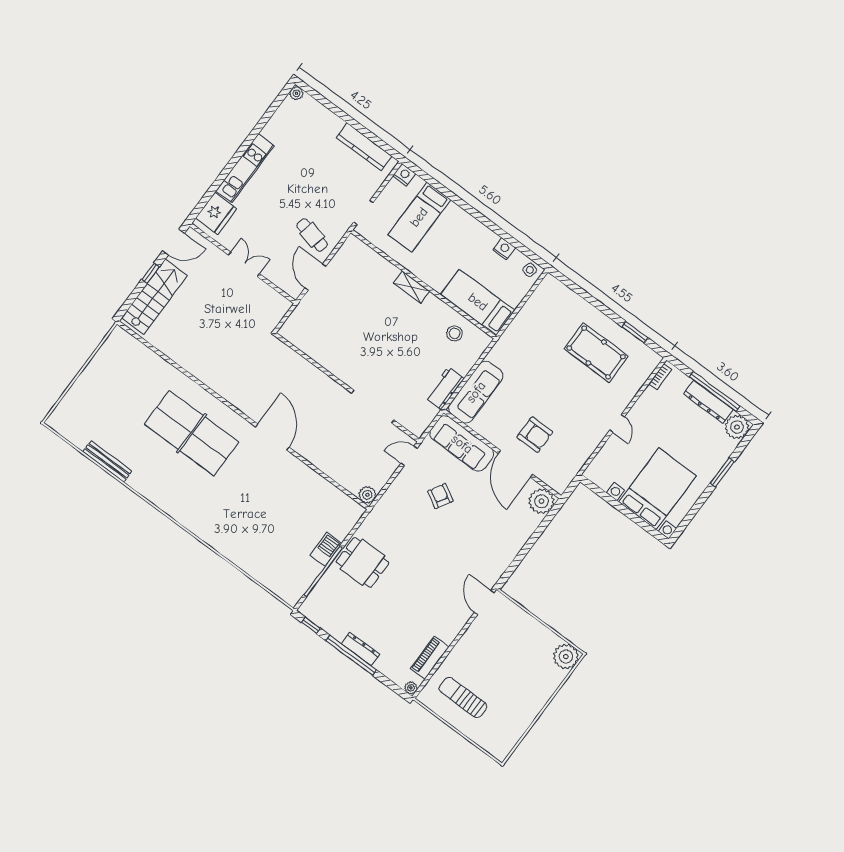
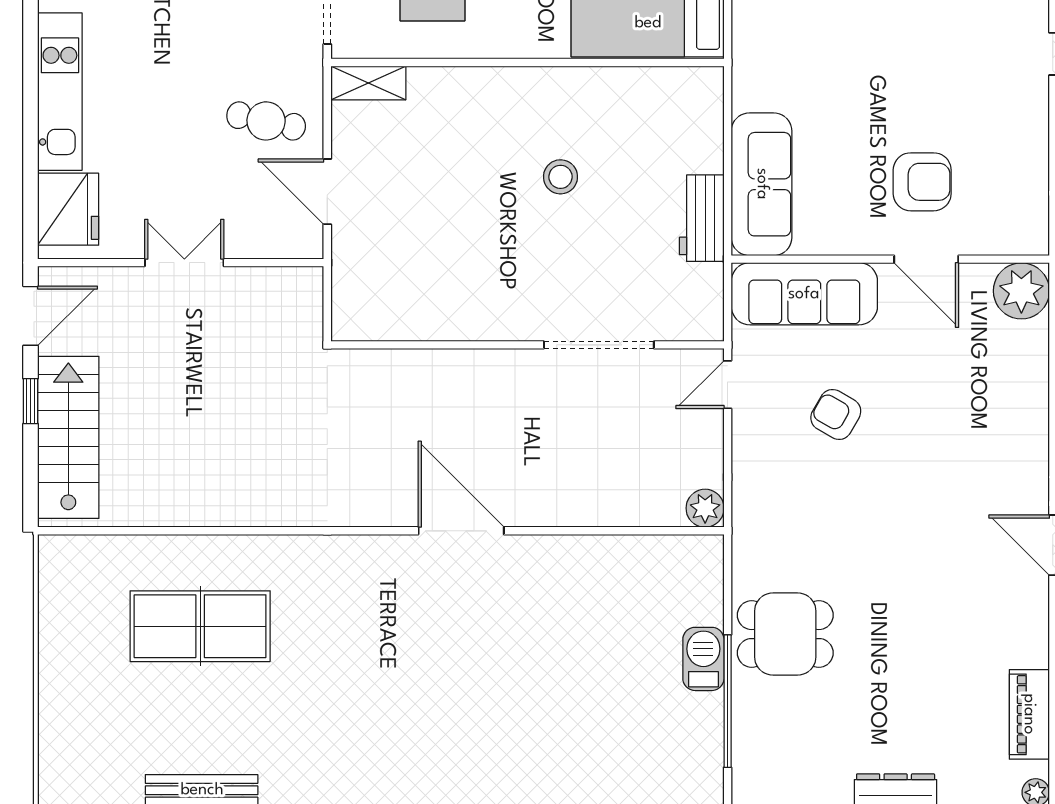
shelving: (411, 287) -> (368, 83), moved
stool: (455, 333) -> (561, 177), moved
table tennis table: (192, 433) -> (200, 626), moved, width x0.73, depth x0.76
door: (515, 464) -> (926, 259), width x0.73

